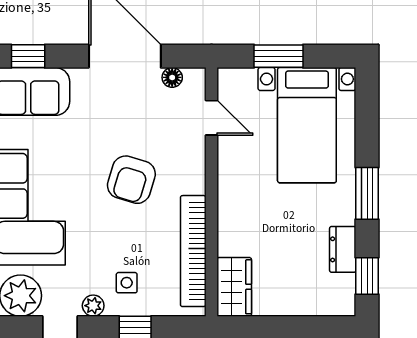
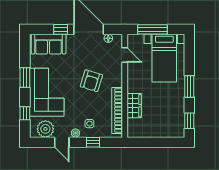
window: (28, 56) -> (61, 29), moved
window: (278, 56) -> (153, 29), width x1.44
dresser: (343, 249) -> (179, 110), removed
wardrobe: (234, 287) -> (134, 106), moved

